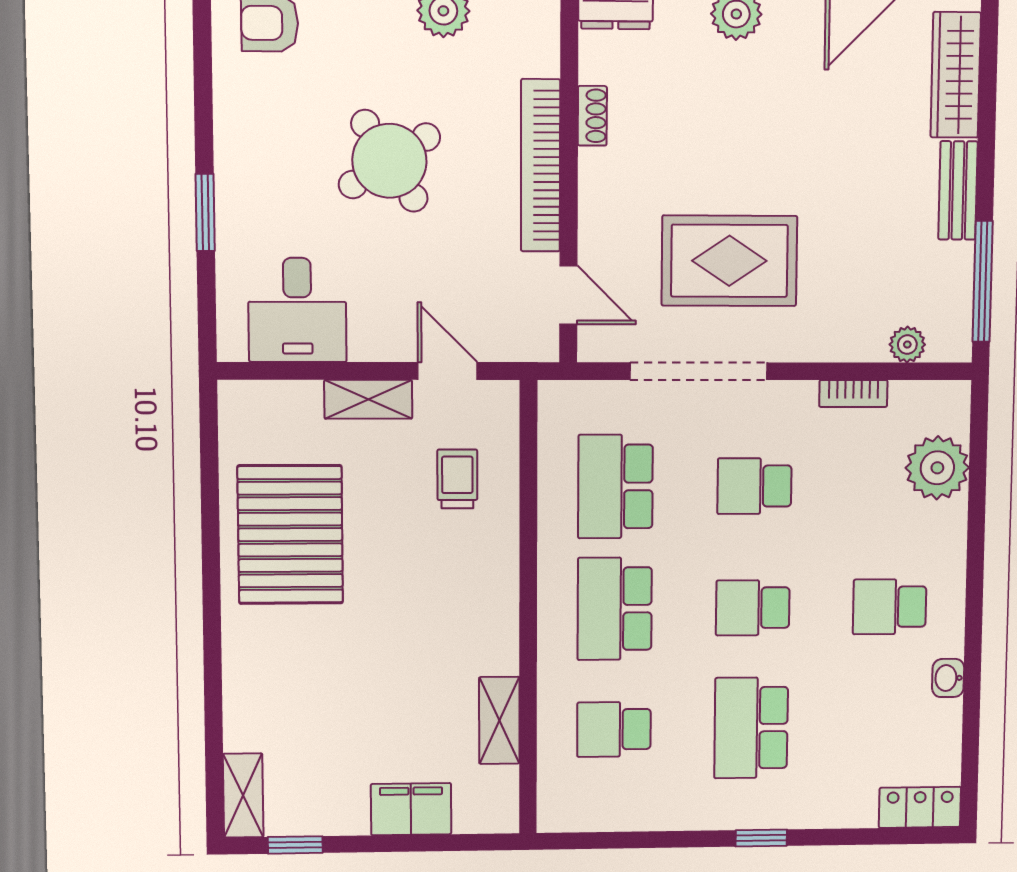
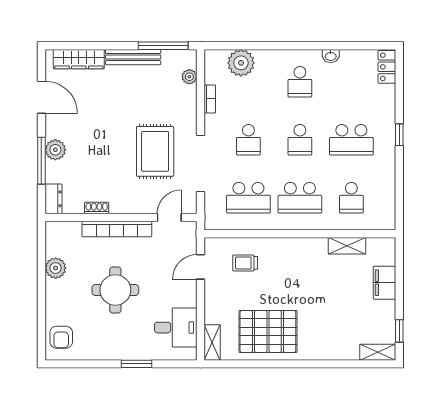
round table: (389, 161) -> (115, 290), turned 33
bench: (958, 190) -> (133, 57), width x1.36
shelving: (368, 399) -> (212, 342), moved

